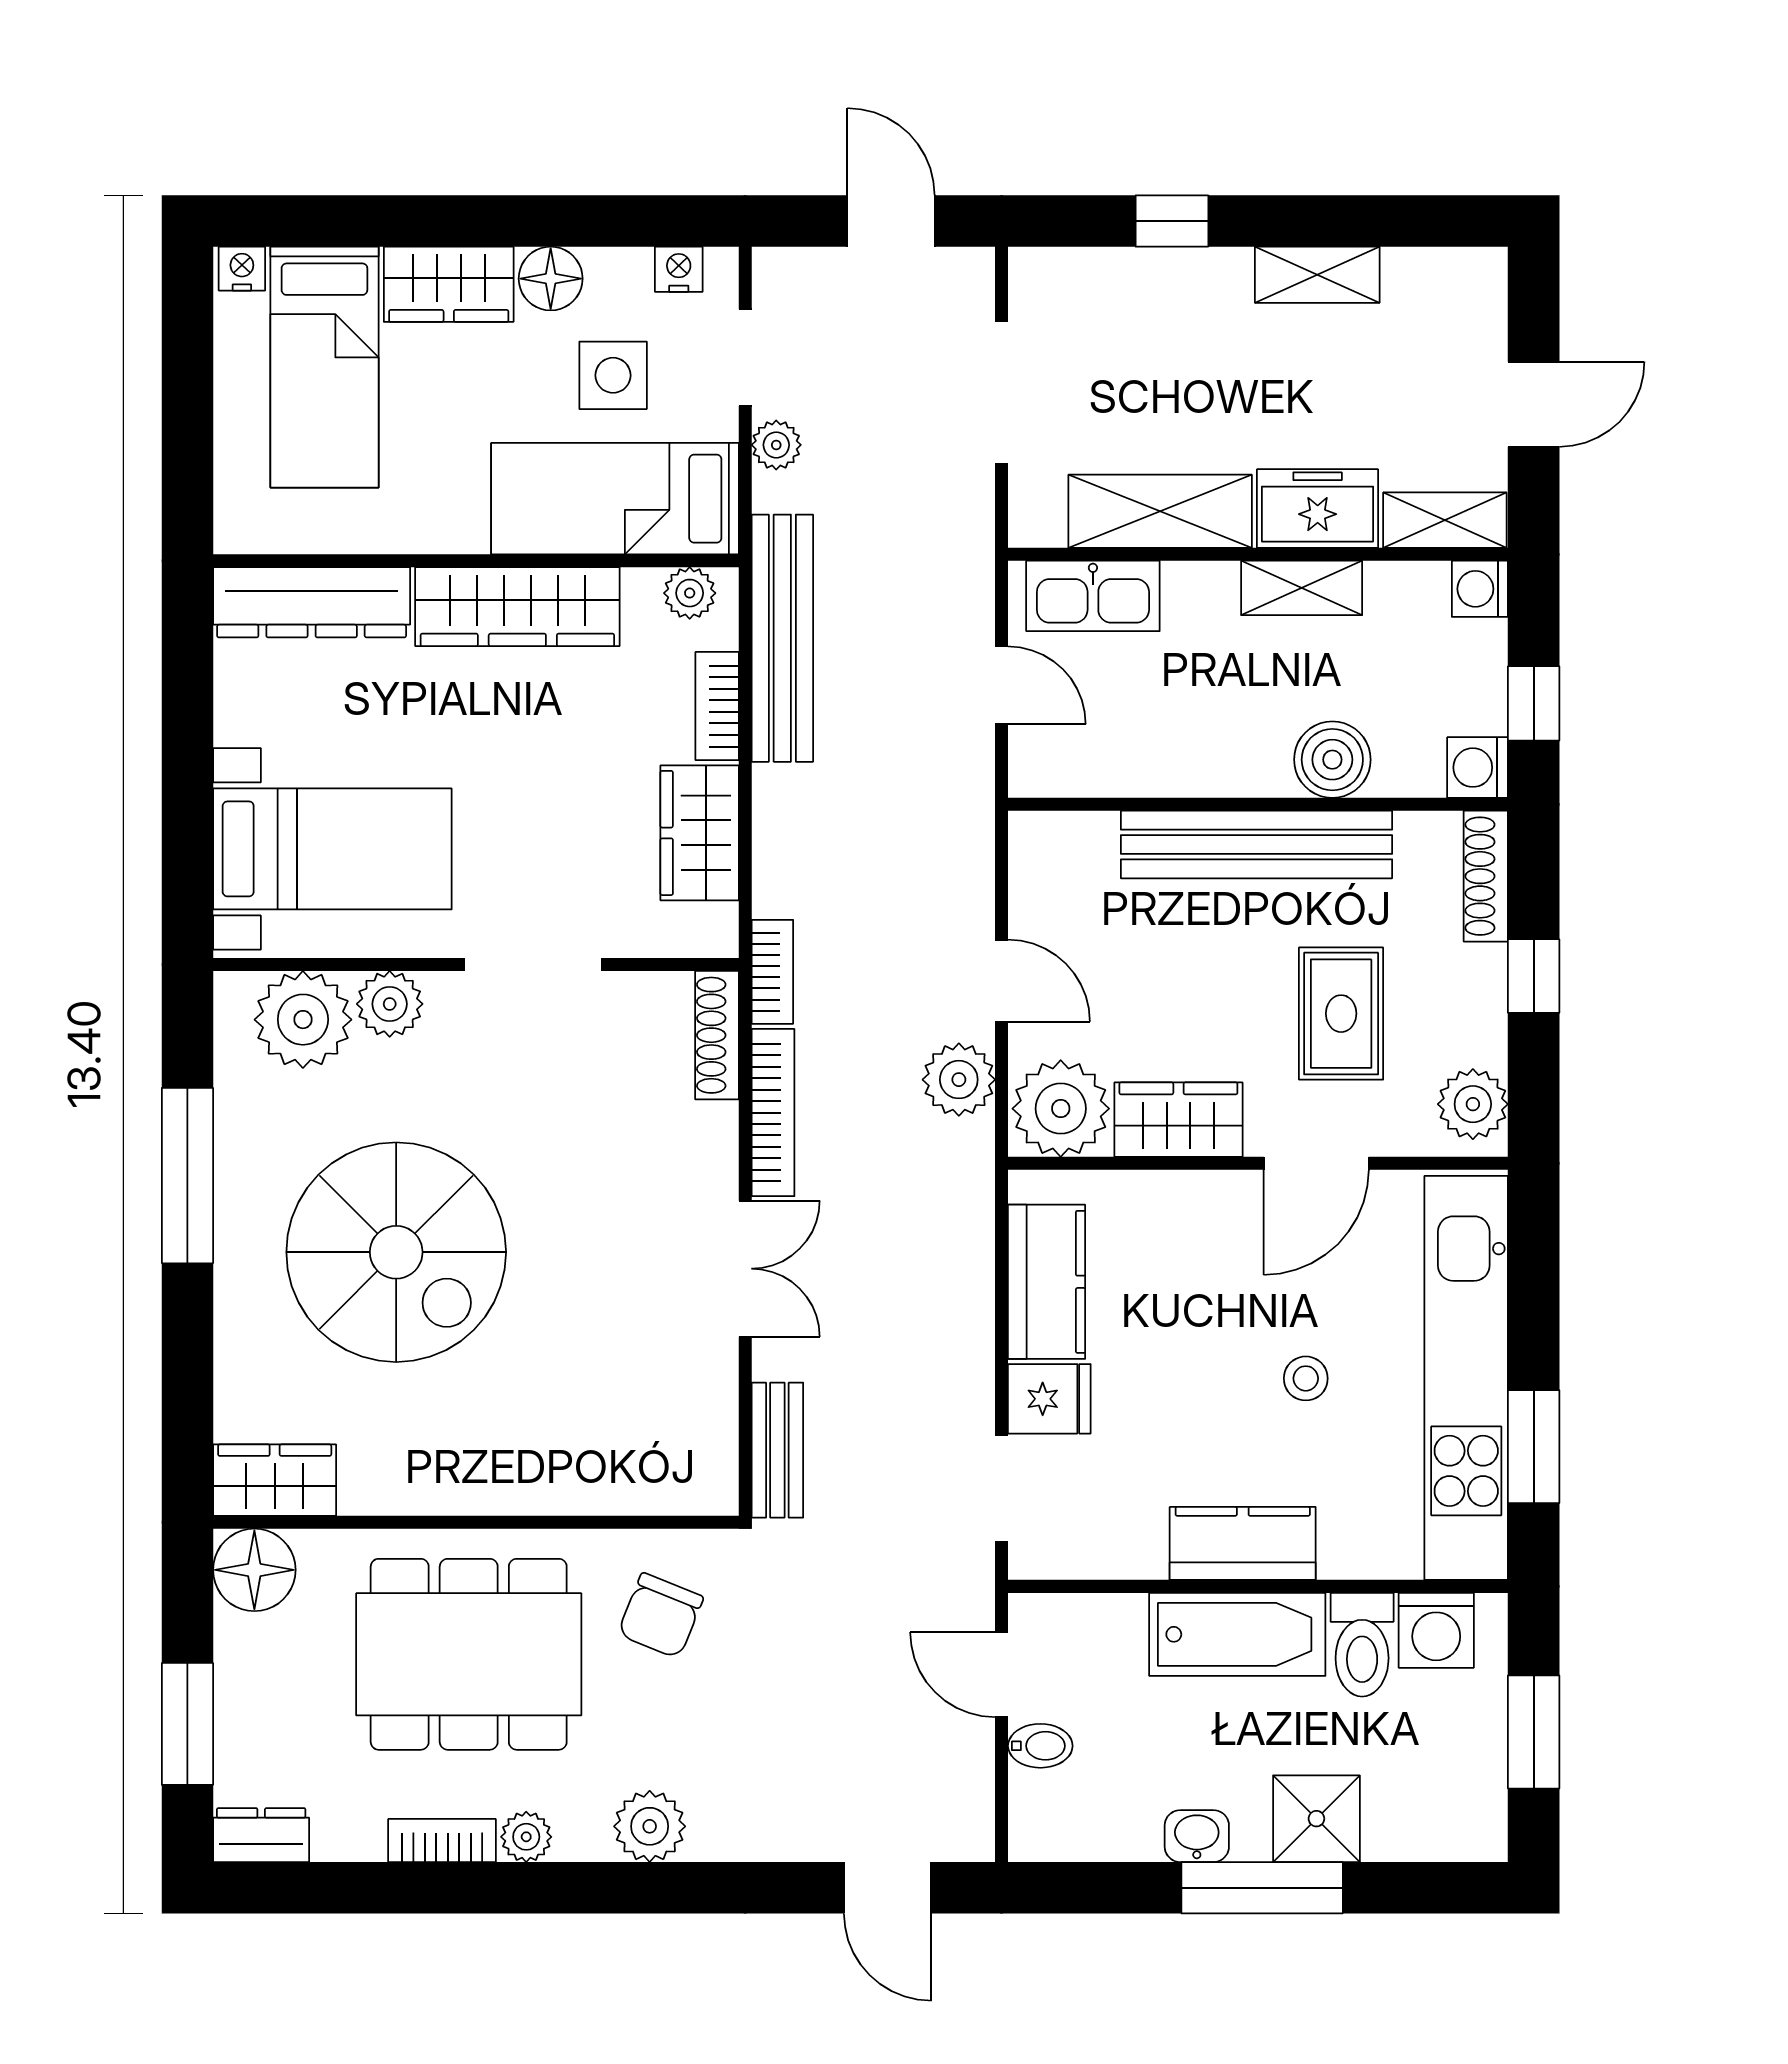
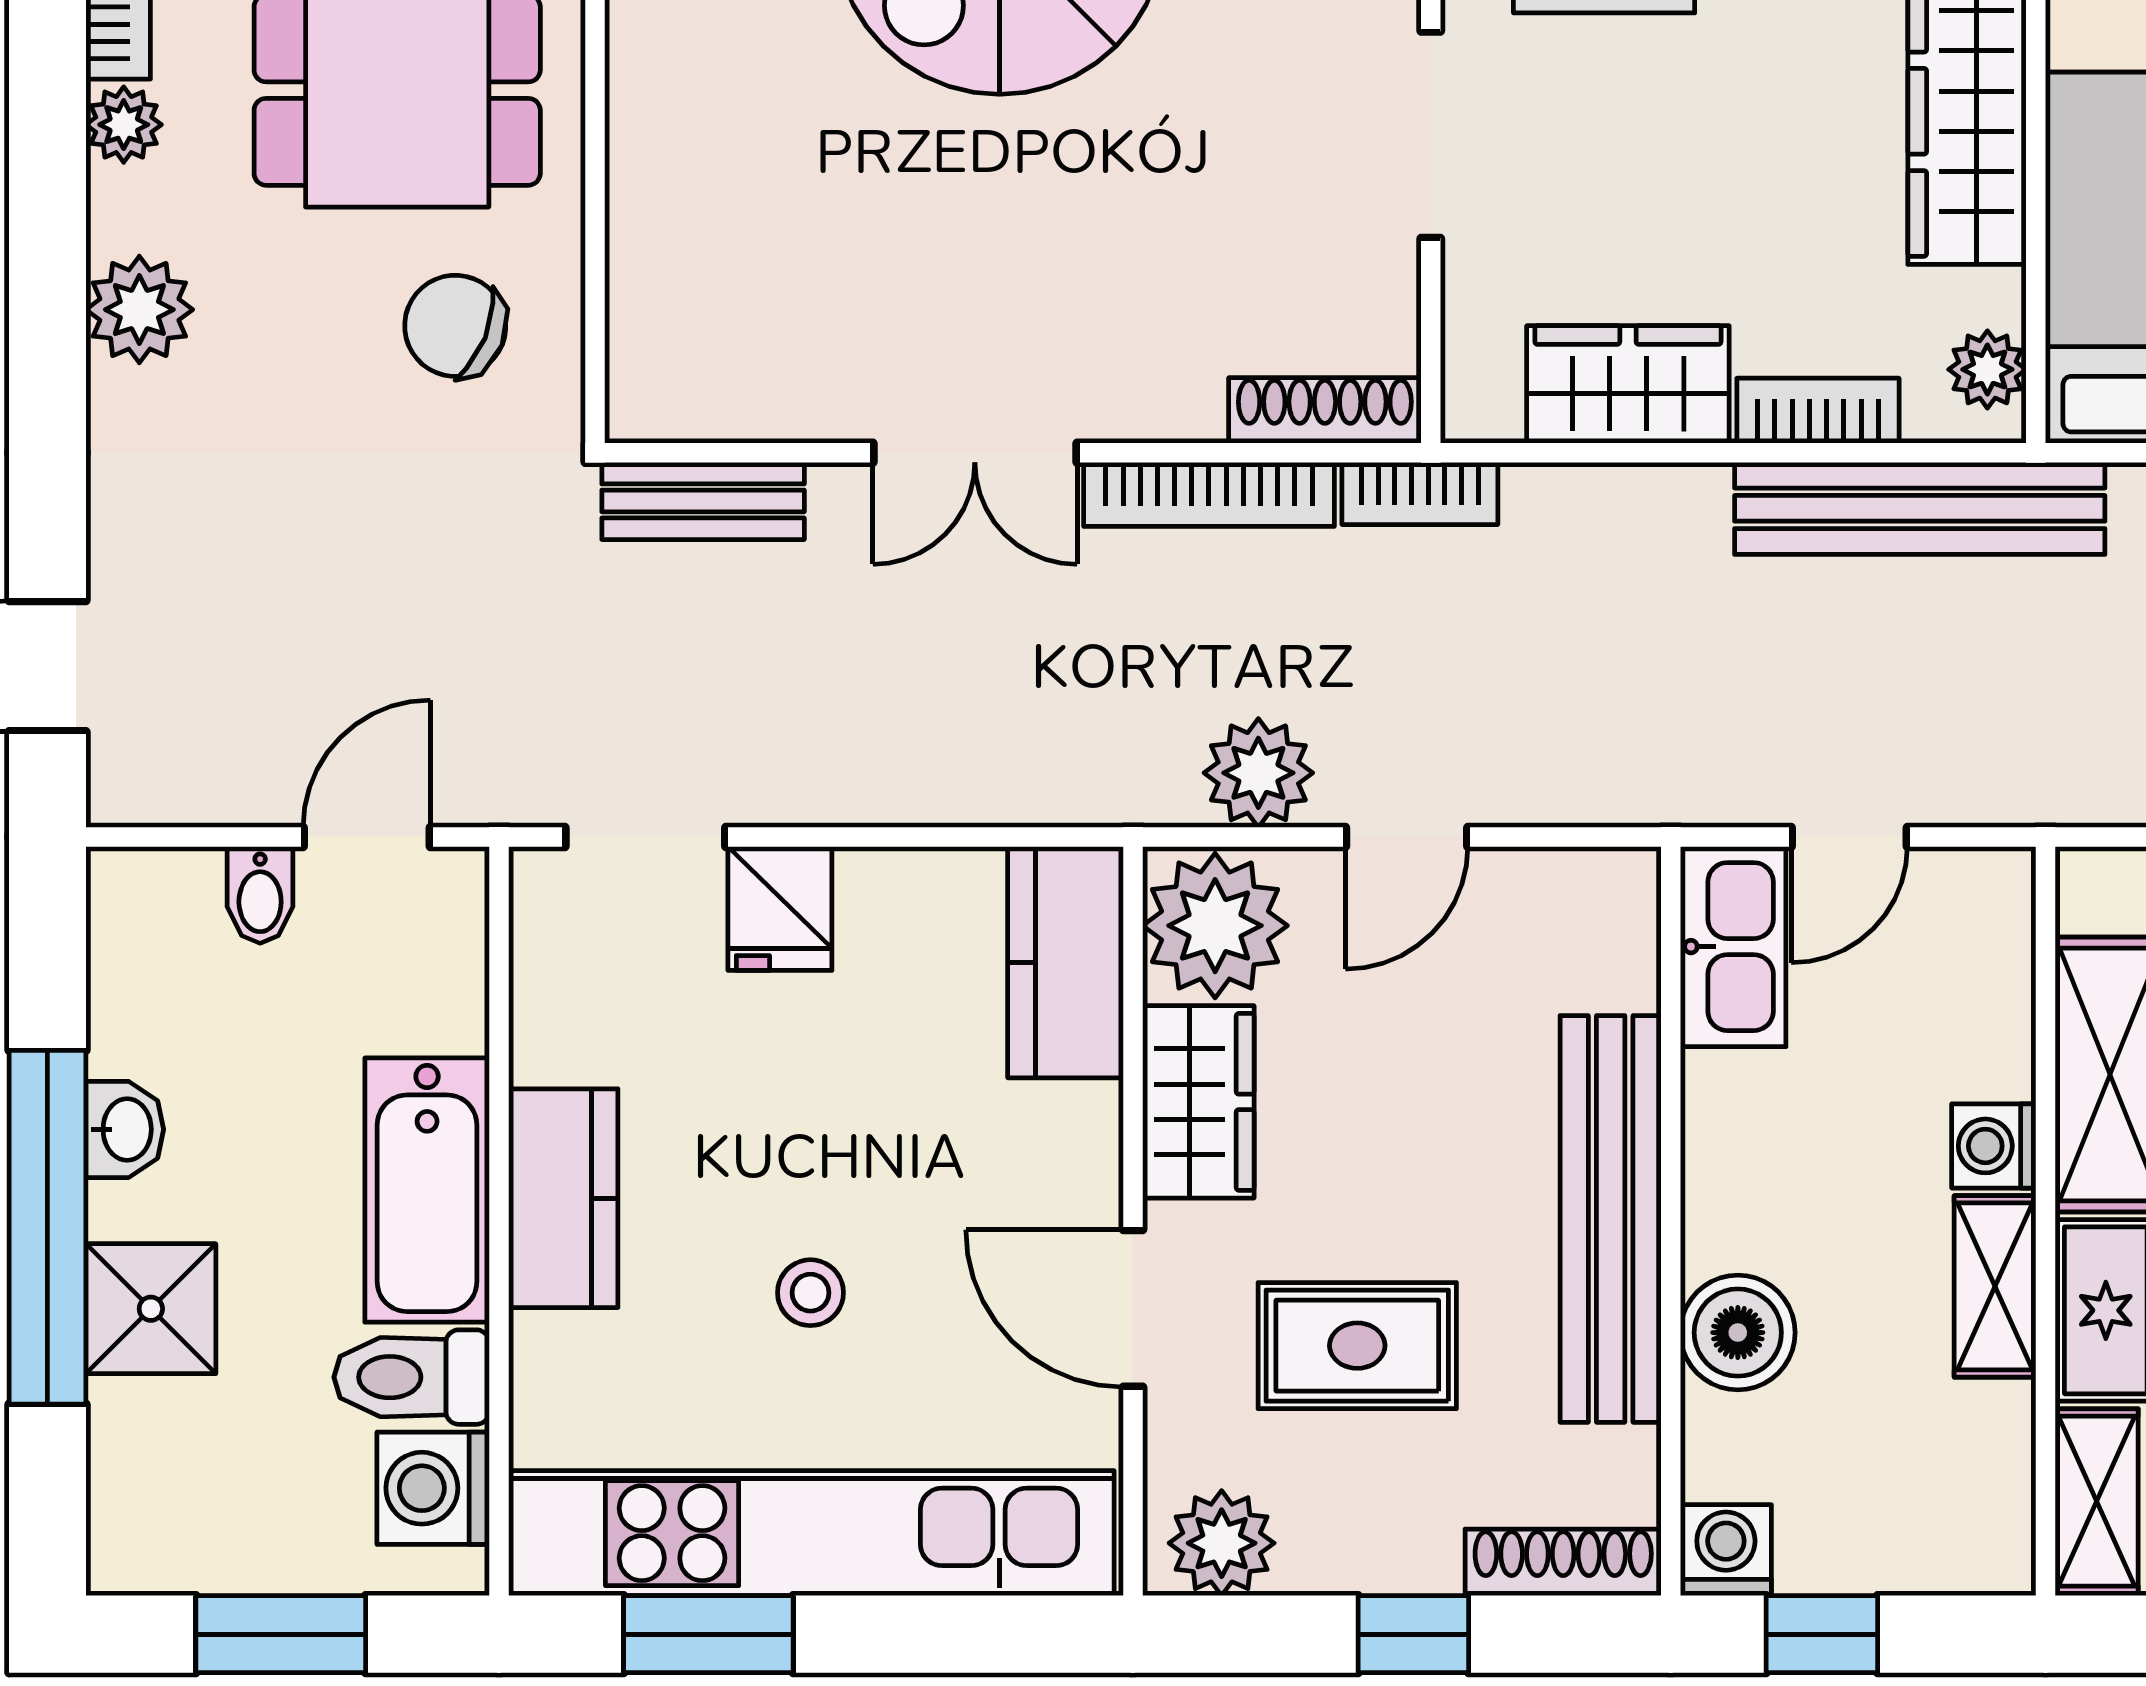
washing machine: (1480, 589) -> (1994, 1146), moved, turned -90
kitchen sink: (1093, 596) -> (1733, 947), moved, turned 180
kitchen counter: (1047, 1282) -> (1065, 962), moved, turned 90
window: (1262, 1888) -> (47, 1227), width x1.46

